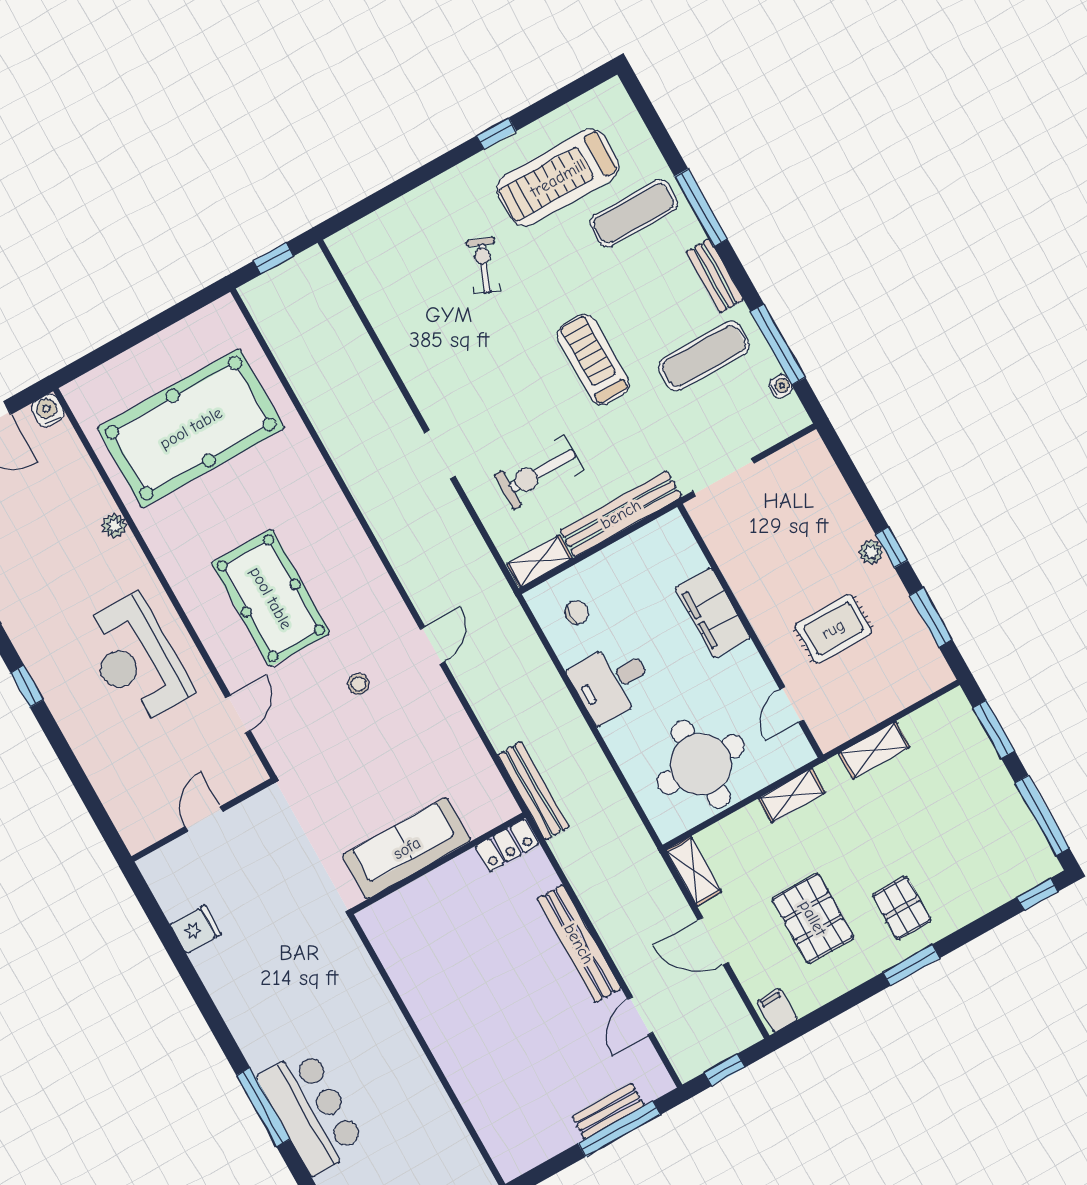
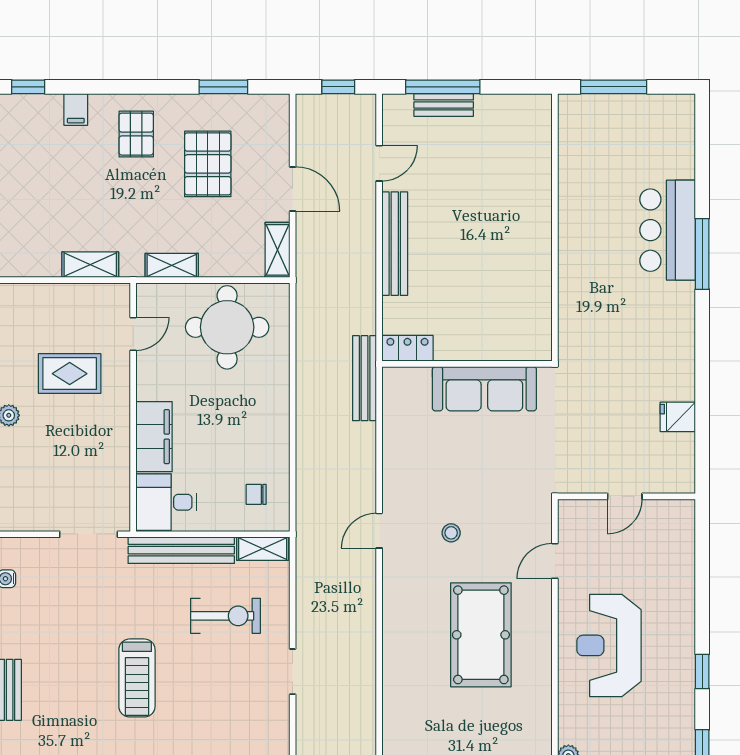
exercise mat: (704, 356) -> (52, 634), removed
reception desk: (136, 660) -> (609, 645), turned 180
desk: (612, 682) -> (166, 502), moved, turned 180
window: (911, 965) -> (223, 87), moved
filing cabinet: (777, 1010) -> (76, 109), moved

